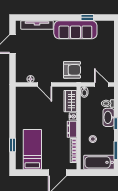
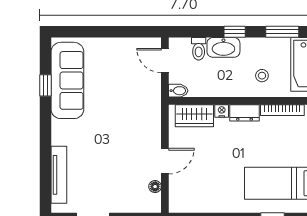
sofa: (75, 30) -> (67, 80), moved
armchair: (72, 70) -> (139, 113), removed
door: (101, 85) -> (165, 60), hinge flipped

